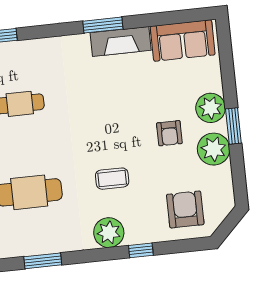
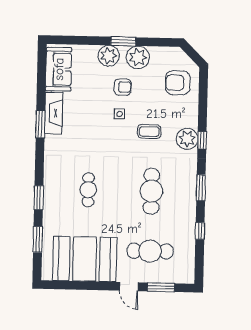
side table: (131, 134) -> (120, 114), added
coffee table: (112, 179) -> (149, 131), turned 90
window: (141, 250) -> (202, 140), moved

